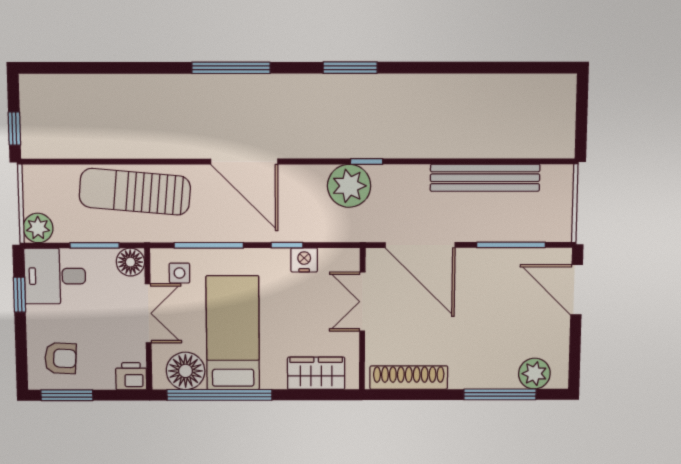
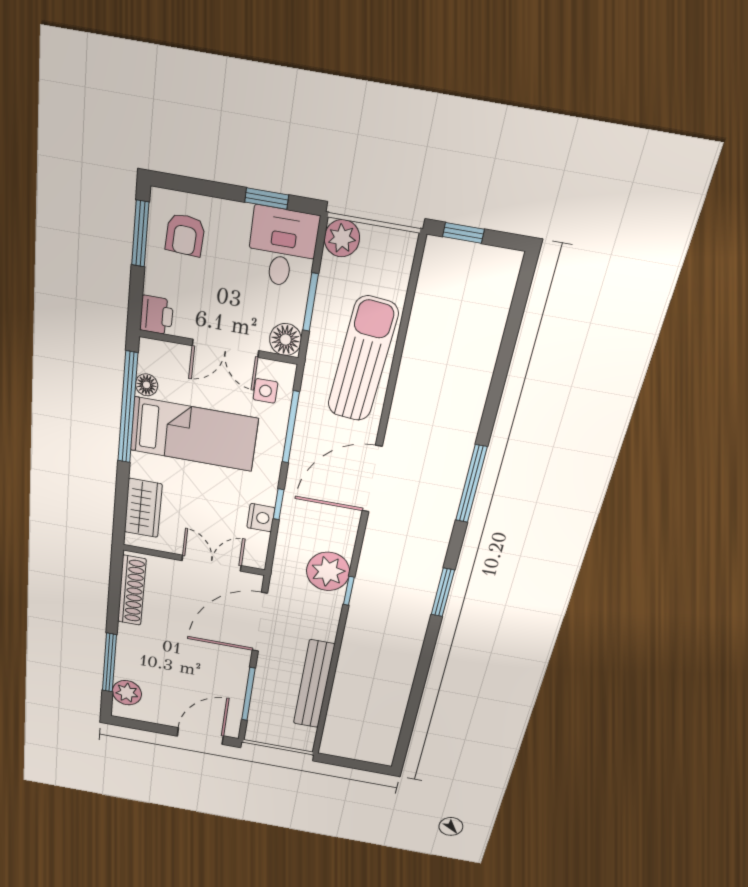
floor lamp: (186, 371) -> (147, 385), width x0.53, depth x0.53

